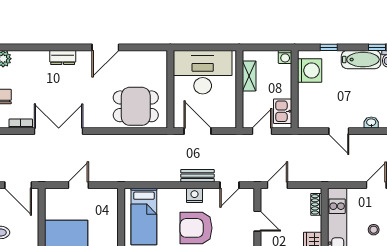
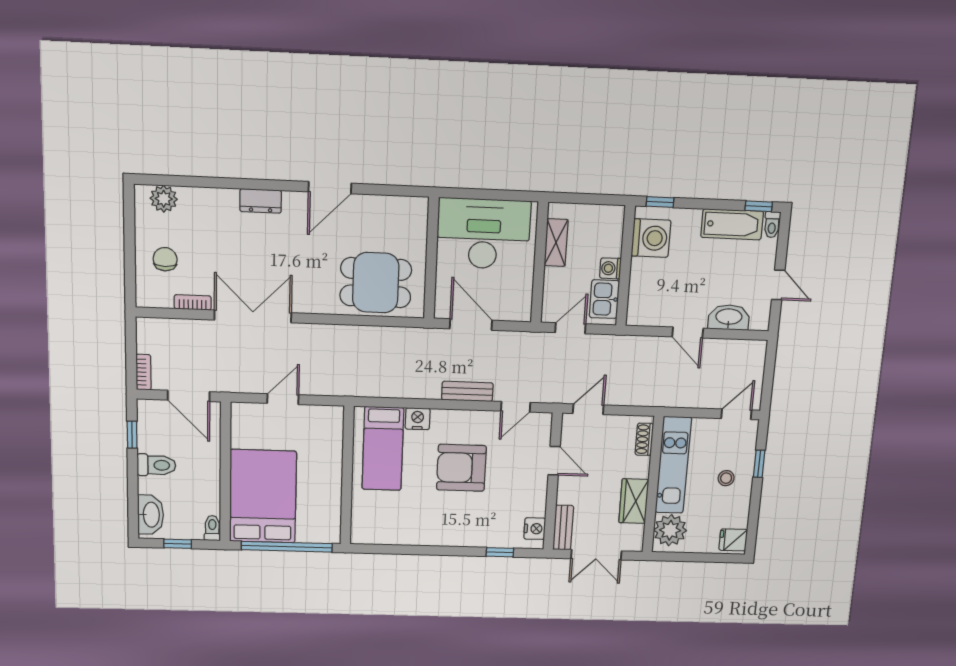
window: (329, 47) -> (660, 202), moved
washing machine: (285, 57) -> (610, 268), moved, turned 90
washbasin: (371, 123) -> (729, 317), width x1.91, depth x1.45
nightstand: (194, 195) -> (418, 419), moved

